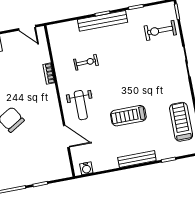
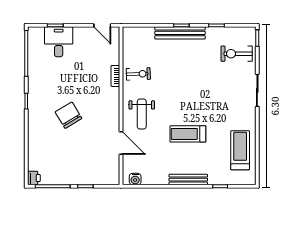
exercise bike: (86, 62) -> (138, 74), moved

